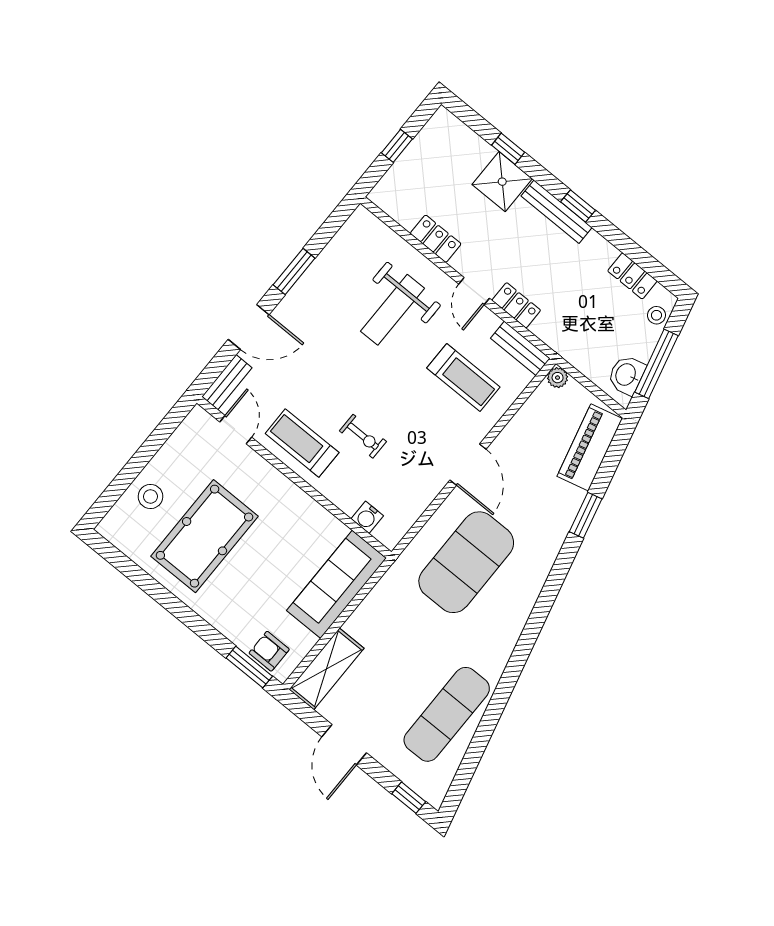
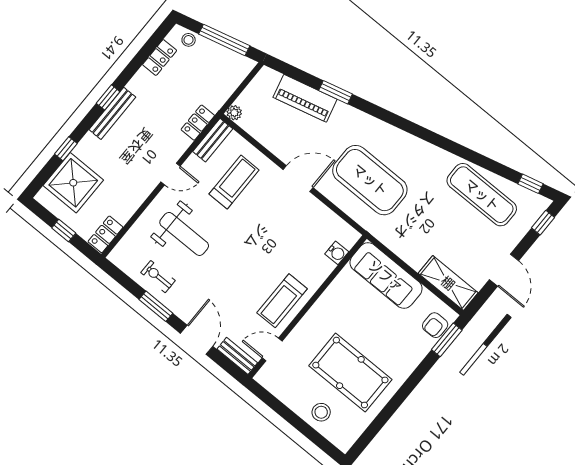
shower: (502, 182) -> (73, 183), moved, width x1.37, depth x1.37
locker: (436, 239) -> (105, 234), moved
locker: (516, 305) -> (198, 123), moved
washbasin: (626, 375) -> (232, 62), removed
exercise bike: (363, 436) -> (158, 277), moved, turned -90
piano: (590, 447) -> (305, 98), moved
door: (344, 745) -> (504, 270), hinge flipped
window: (462, 781) -> (530, 184), added

